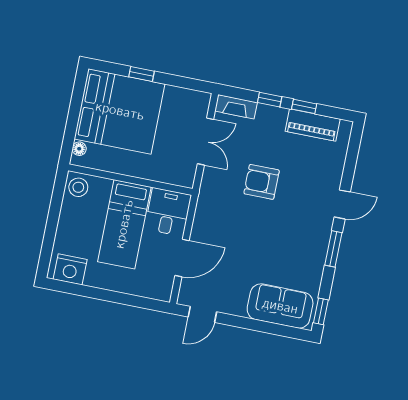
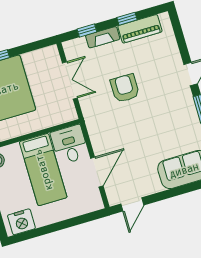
window: (270, 100) -> (87, 30), moved
fireplace: (236, 107) -> (103, 37), moved
armchair: (262, 182) -> (125, 88), turned 90

